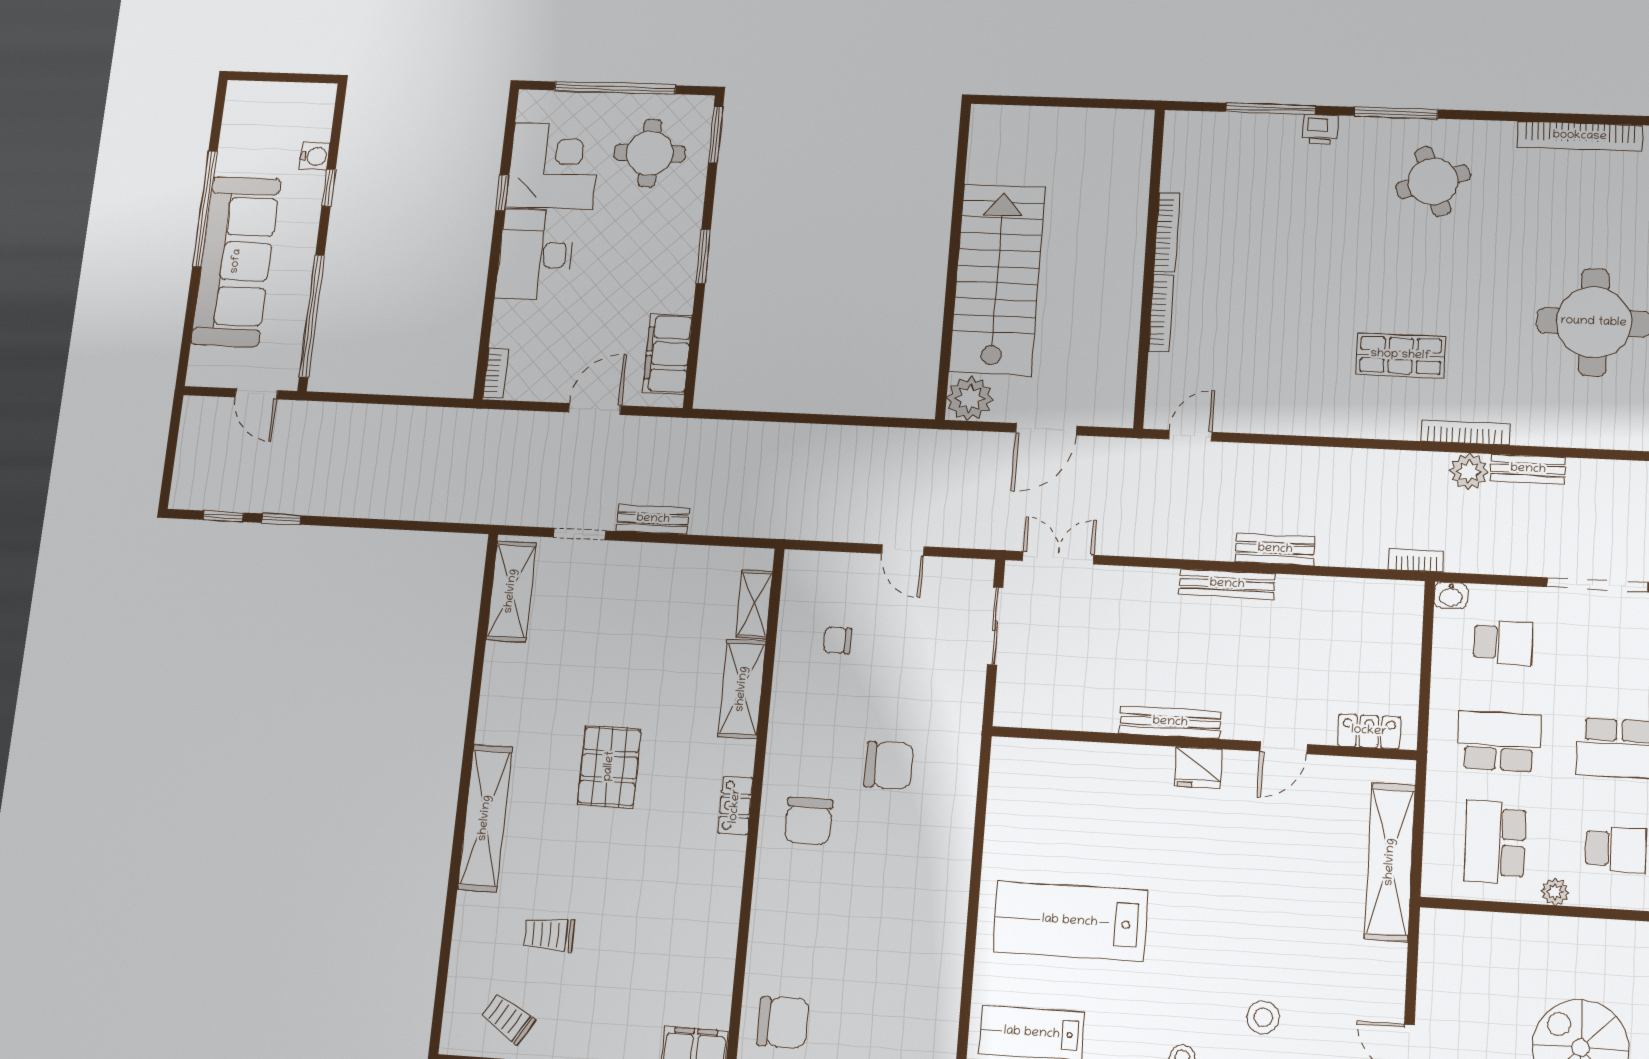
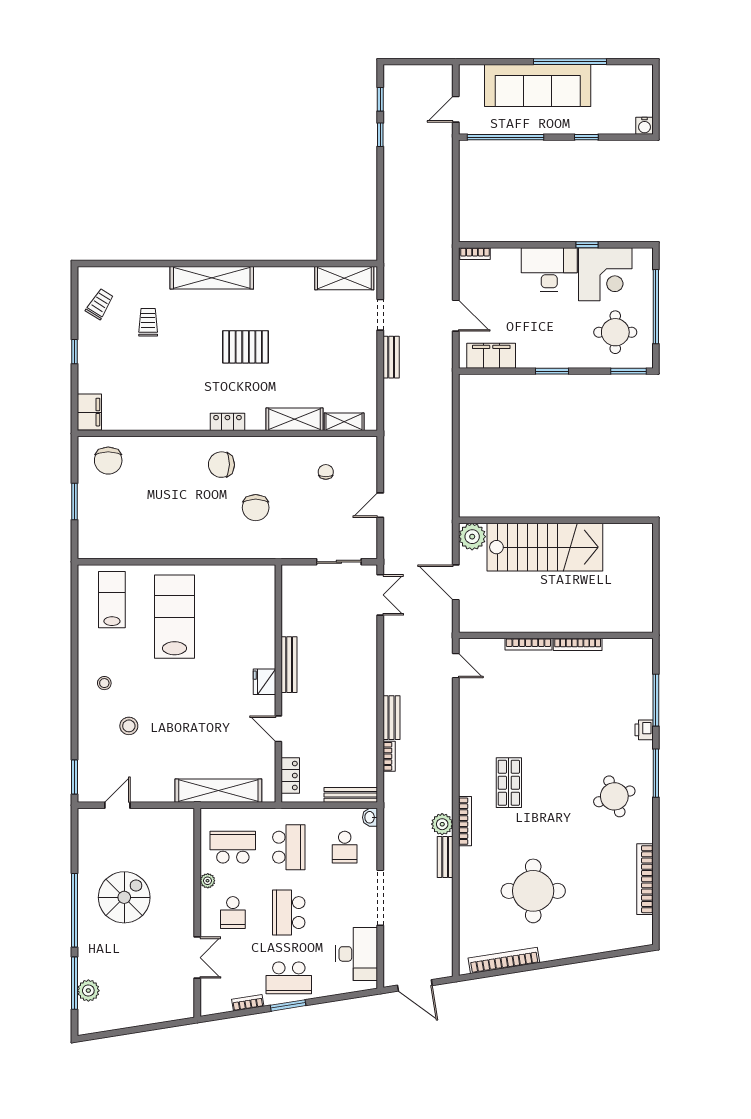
water cooler: (315, 156) -> (645, 126), moved
bookcase: (1417, 560) -> (389, 756), moved
bench: (1227, 584) -> (351, 795), moved, turned 90

